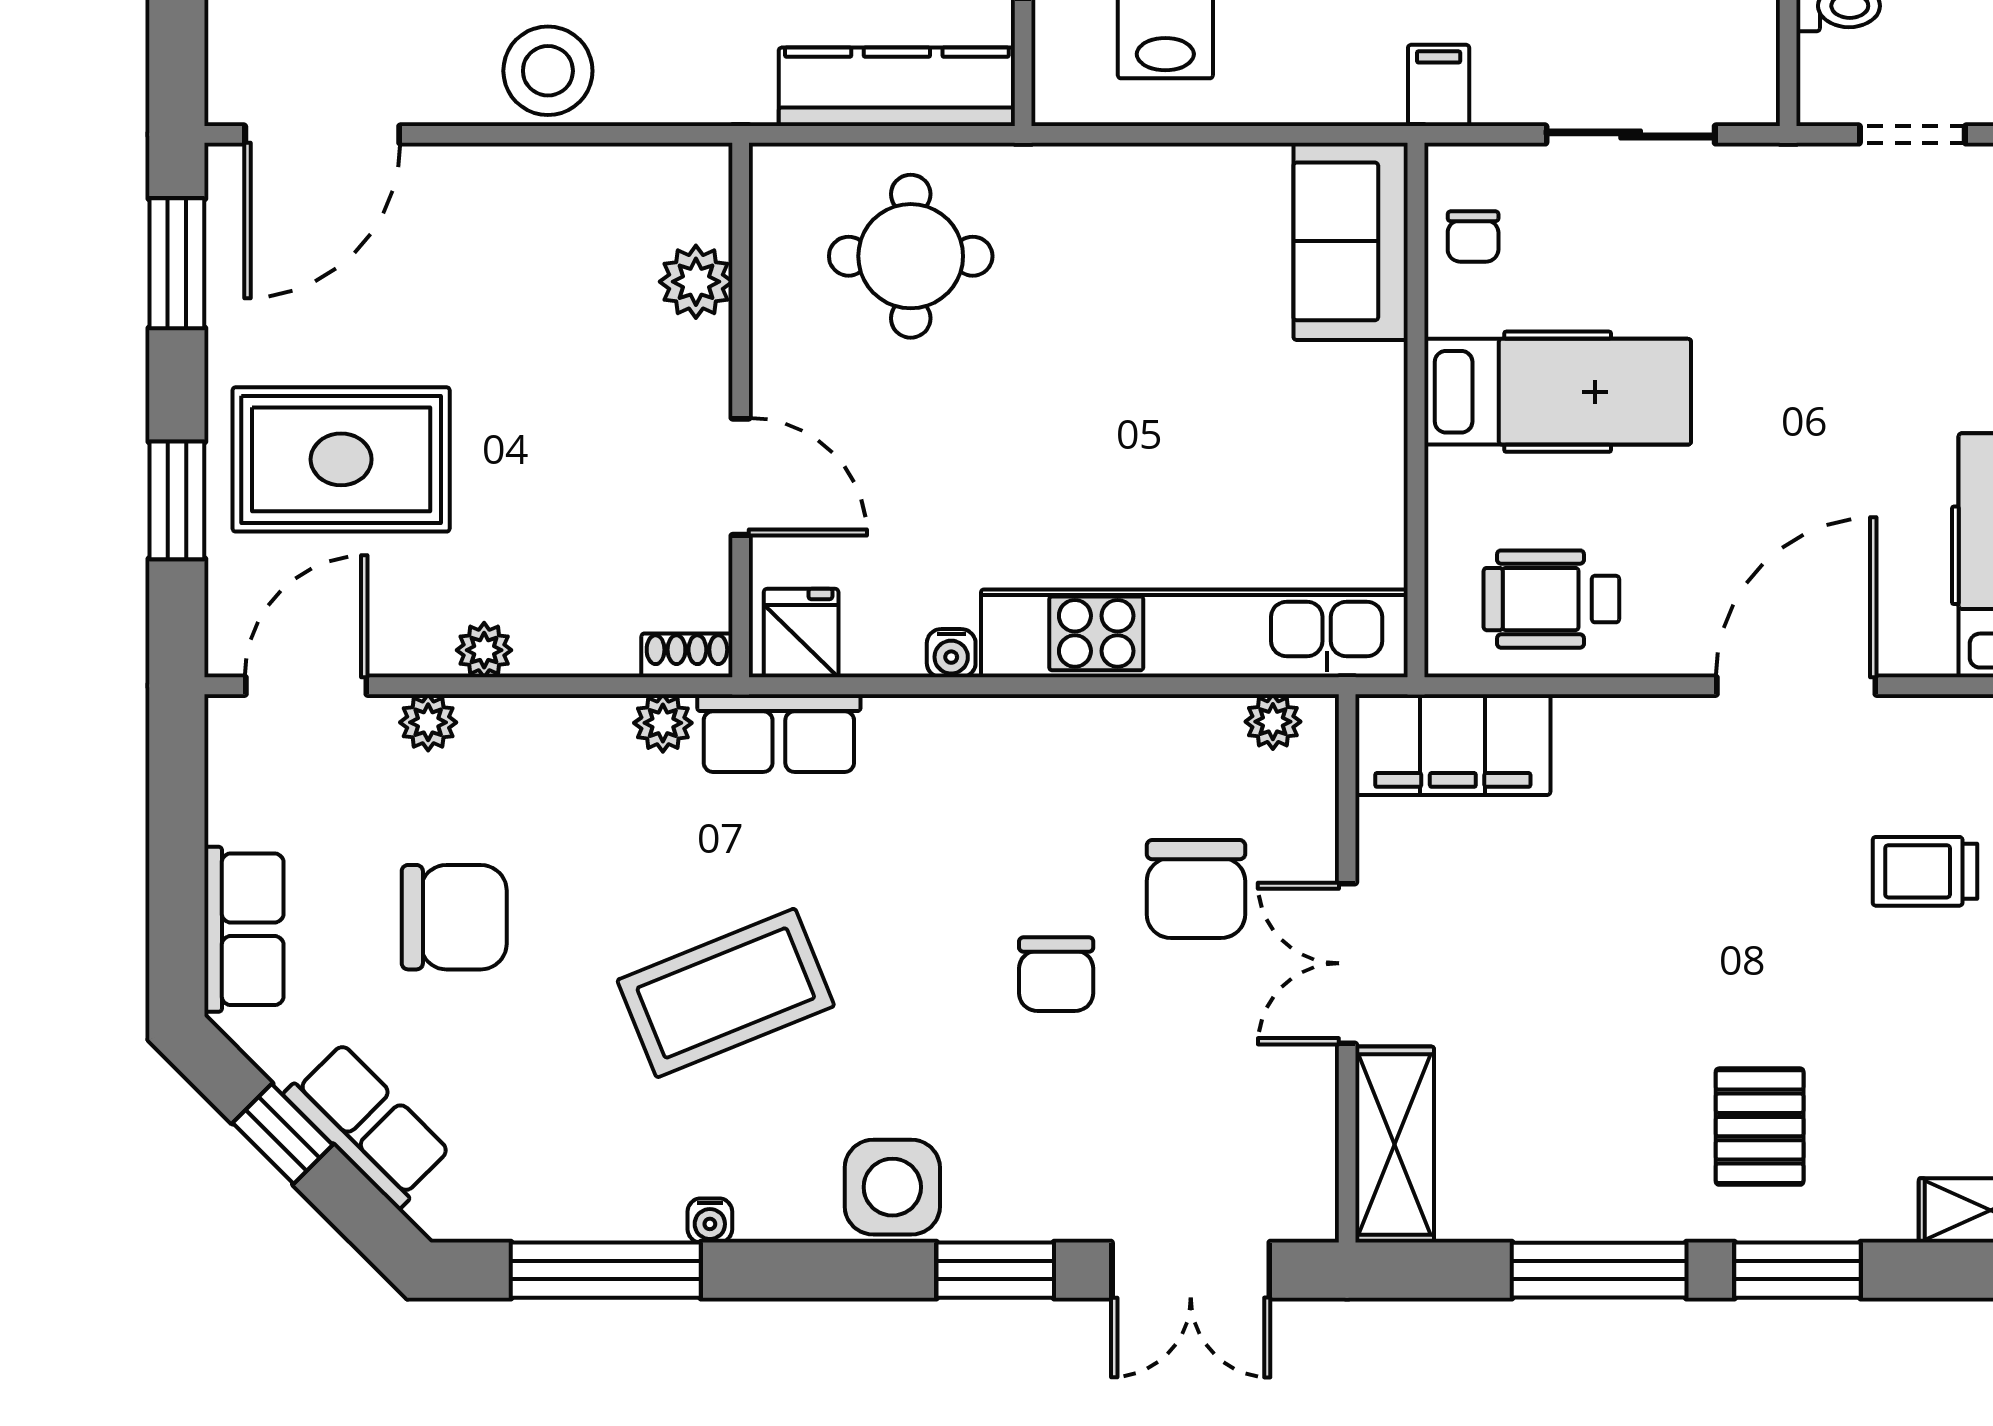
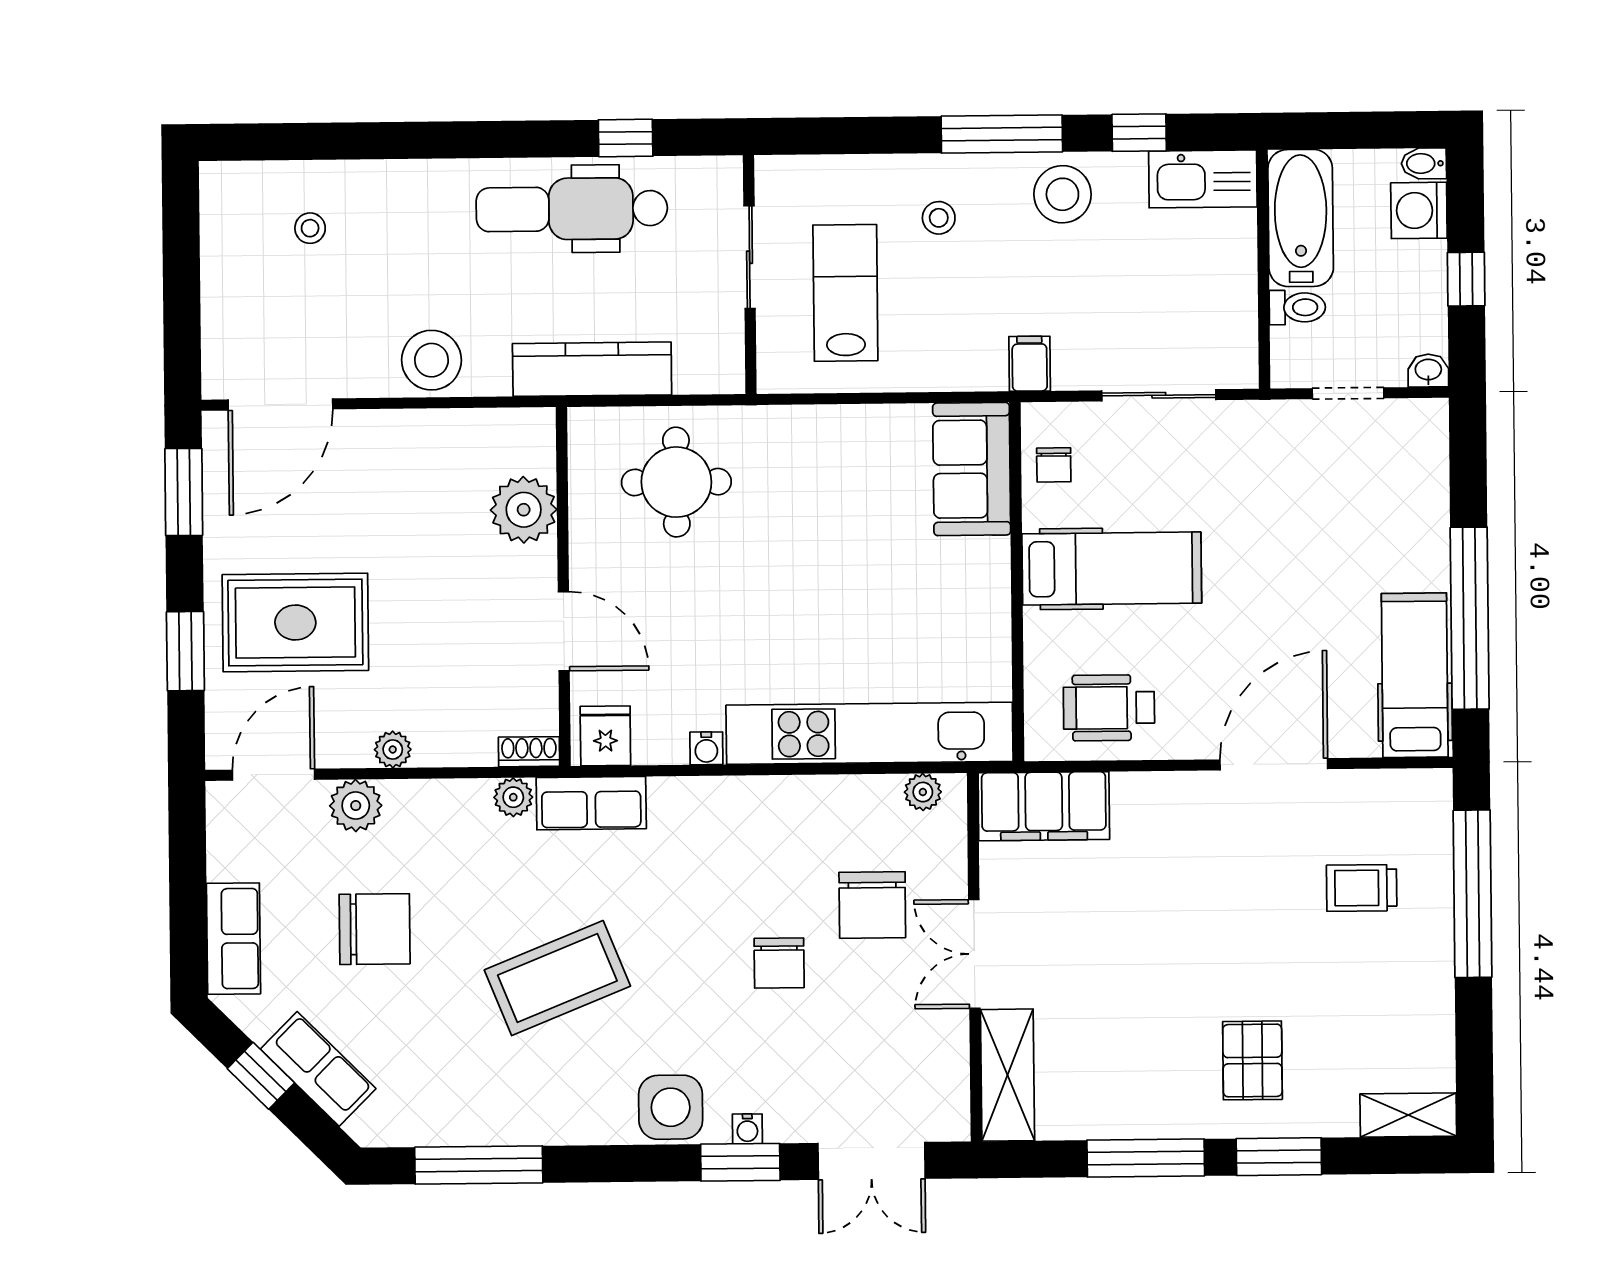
kitchen counter: (897, 87) -> (592, 369), moved
plant: (696, 282) -> (524, 510), width x1.36, depth x1.36
plant: (428, 722) -> (356, 806), width x1.38, depth x1.38
water cooler: (710, 1220) -> (747, 1129), moved

